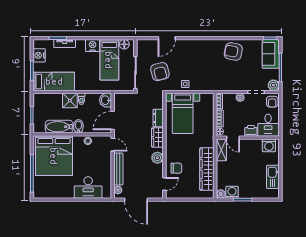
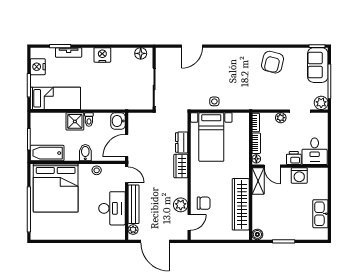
armchair: (233, 52) -> (273, 62), turned -86
bed: (109, 60) -> (123, 72), removed
armchair: (160, 72) -> (184, 86), removed
armchair: (272, 102) -> (320, 123), removed
bathtub: (59, 127) -> (47, 153), moved
washing machine: (269, 145) -> (299, 176), moved
plant: (157, 158) -> (181, 205), moved
desk: (88, 188) -> (112, 208), moved, turned -90
washing machine: (232, 192) -> (271, 232), removed

